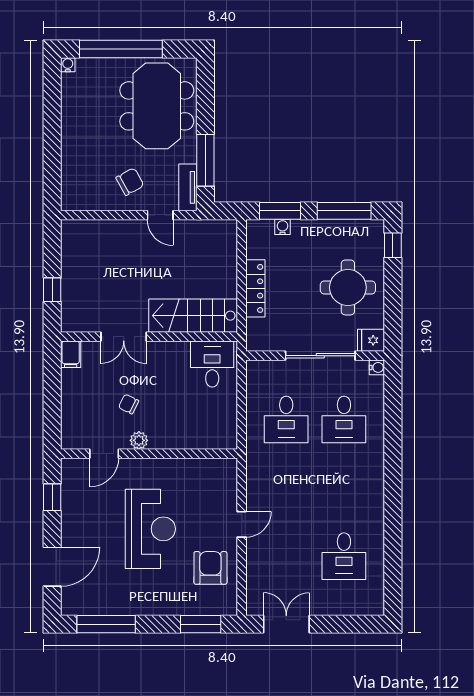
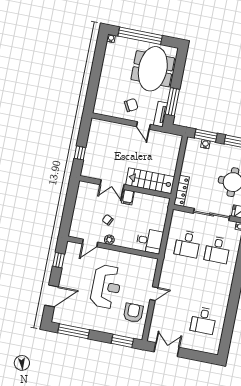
locker: (255, 288) -> (182, 191), moved
filing cabinet: (71, 354) -> (128, 197), moved
desk: (212, 364) -> (149, 241), moved, turned 90

